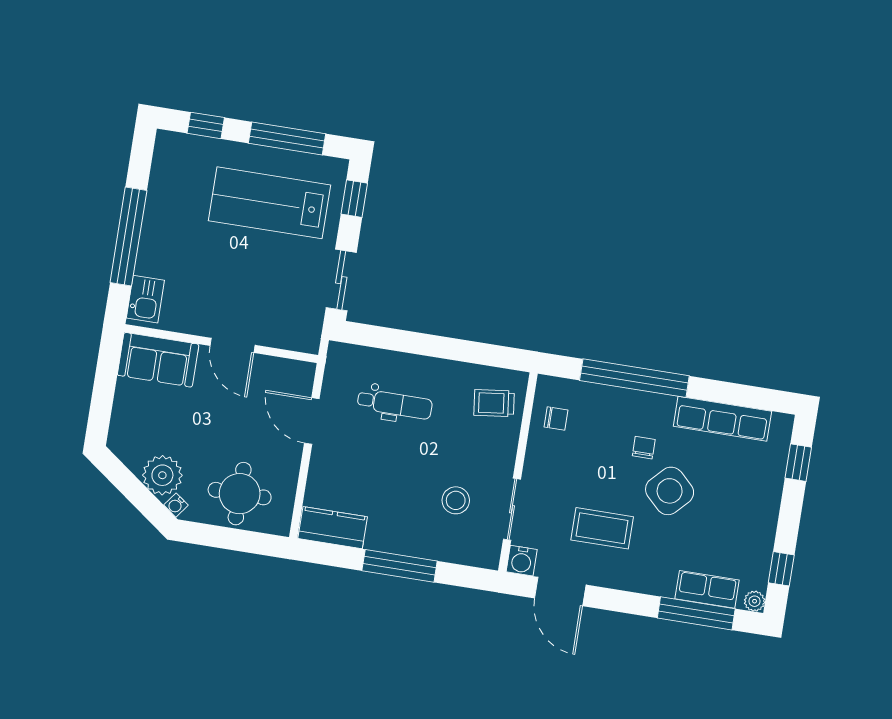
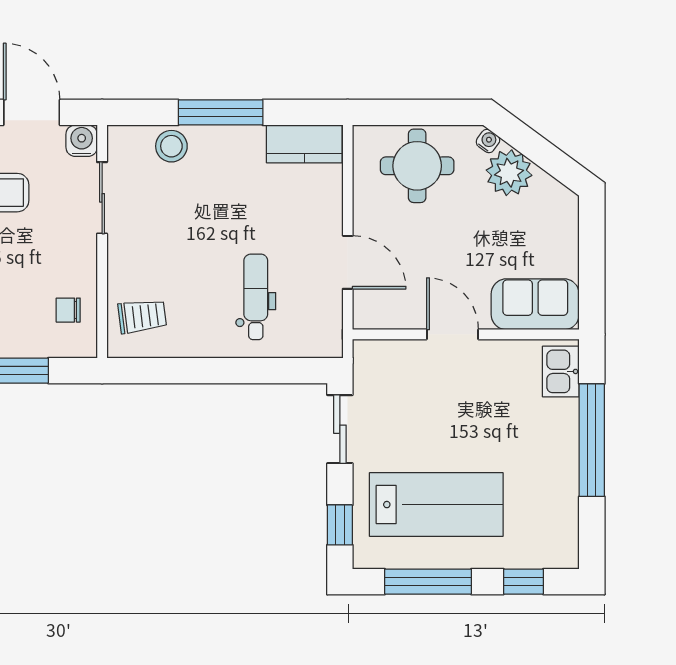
dental chair: (395, 404) -> (256, 297), turned 90
stool: (456, 500) -> (171, 146), moved

